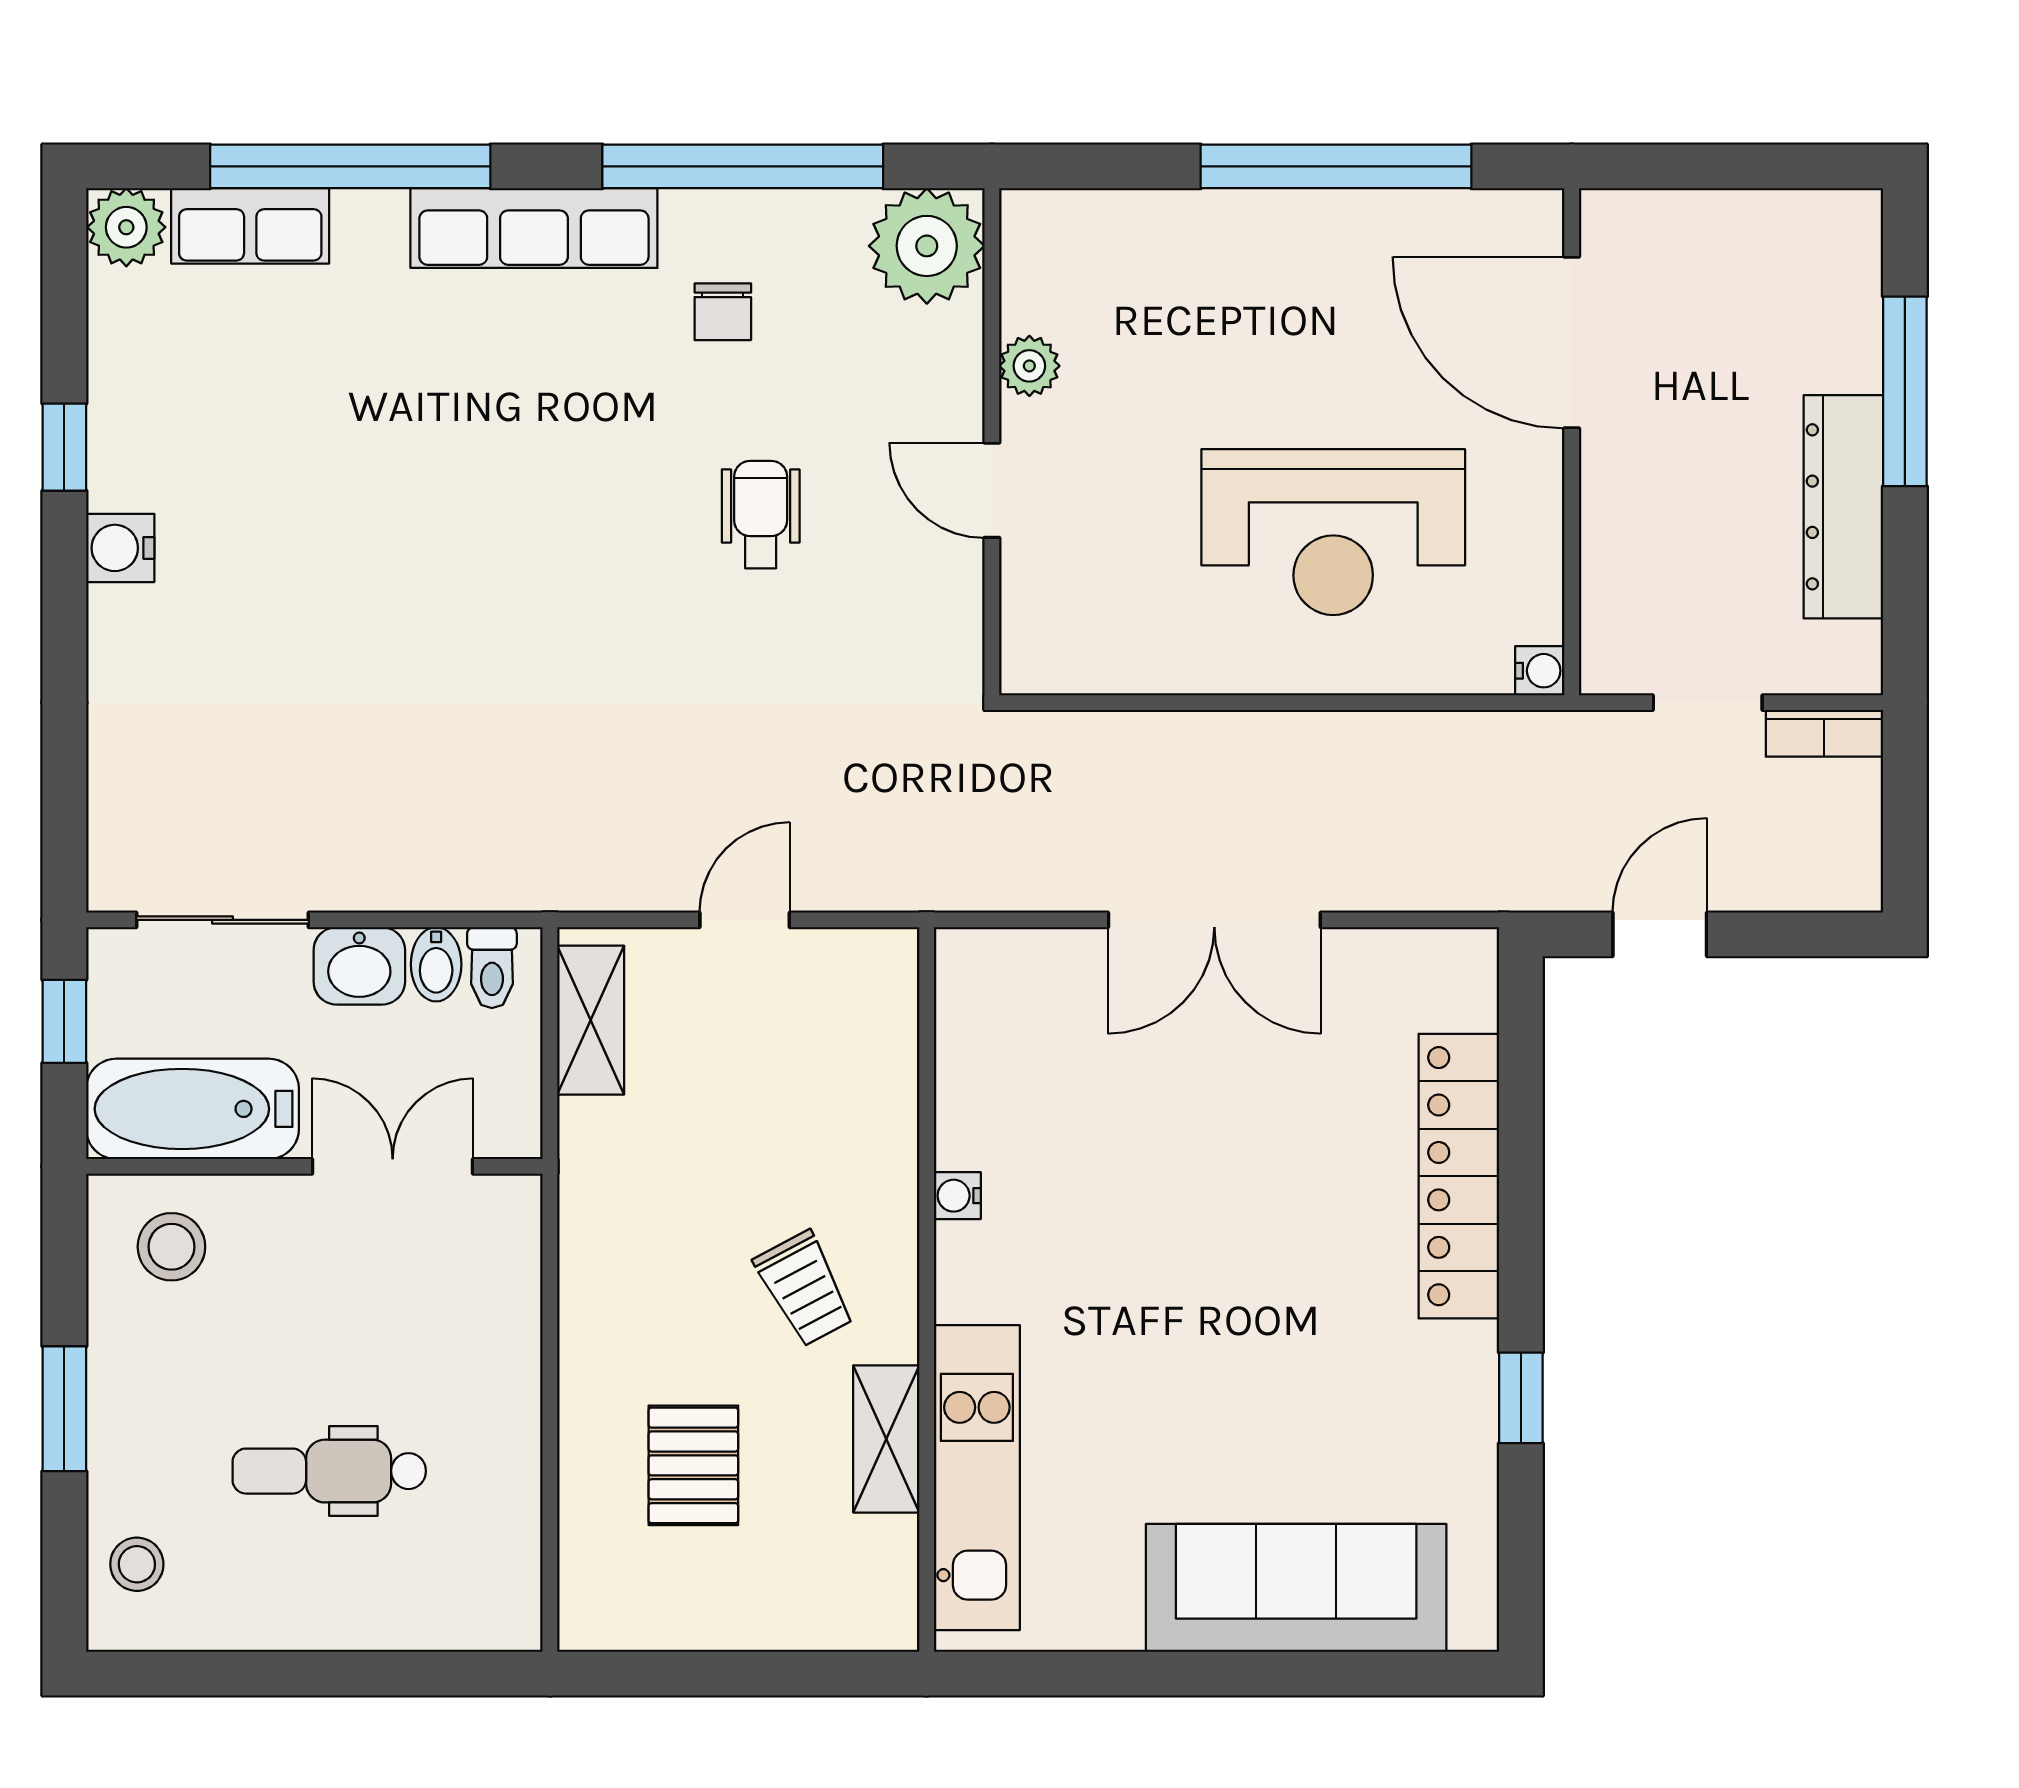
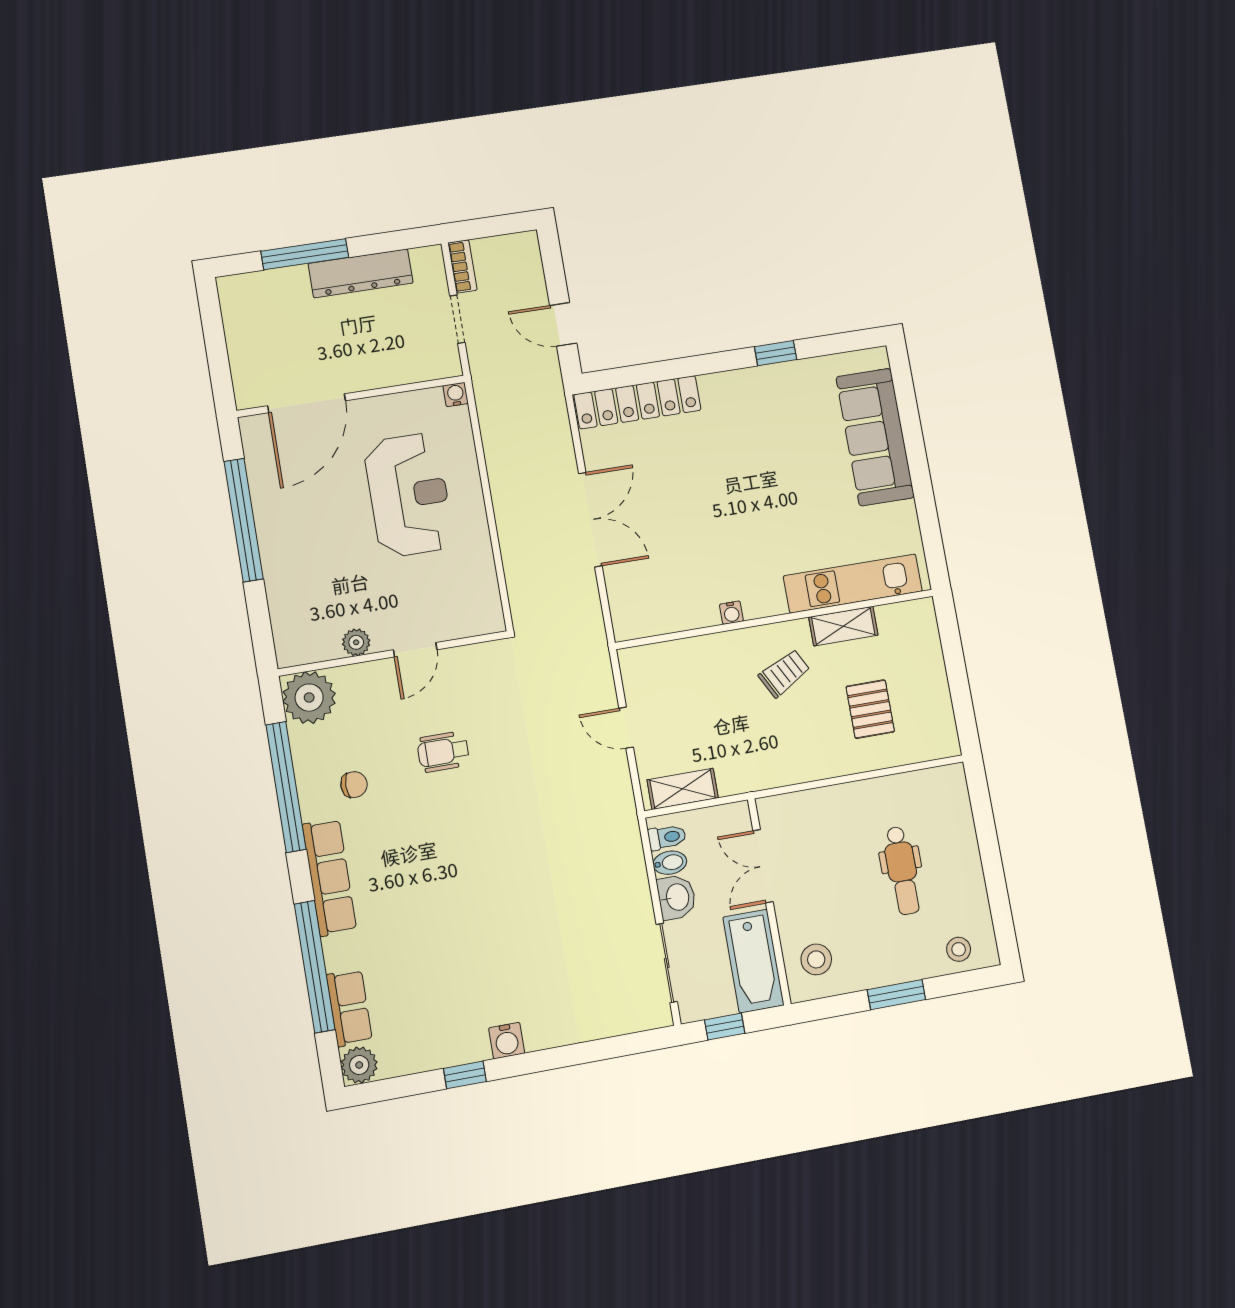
locker: (1459, 1176) -> (638, 402), moved
pallet: (693, 1465) -> (870, 709), turned 90

